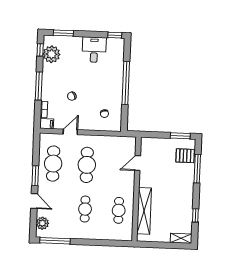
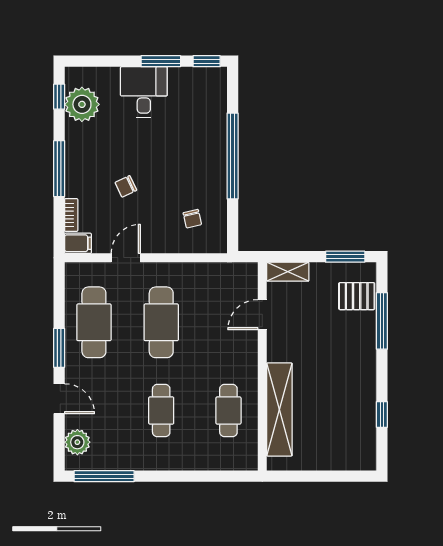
window: (63, 33) -> (161, 61), moved
desk: (94, 50) -> (144, 92), moved
shelving: (181, 238) -> (288, 272), moved

